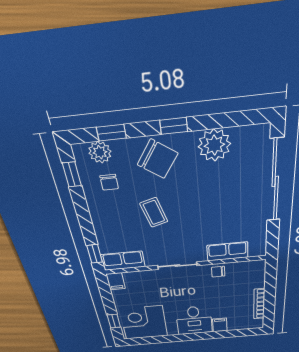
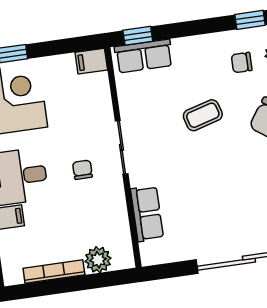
row of seats: (123, 261) -> (144, 56), moved, turned 90
chair: (218, 272) -> (82, 170), moved
plant: (256, 281) -> (98, 260), added

